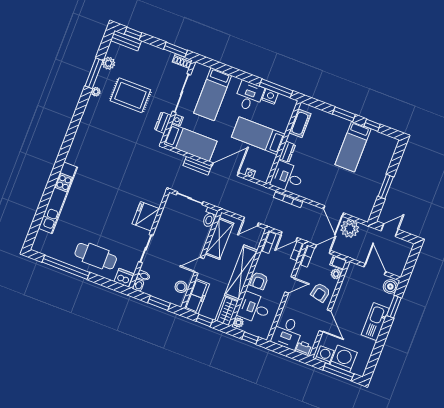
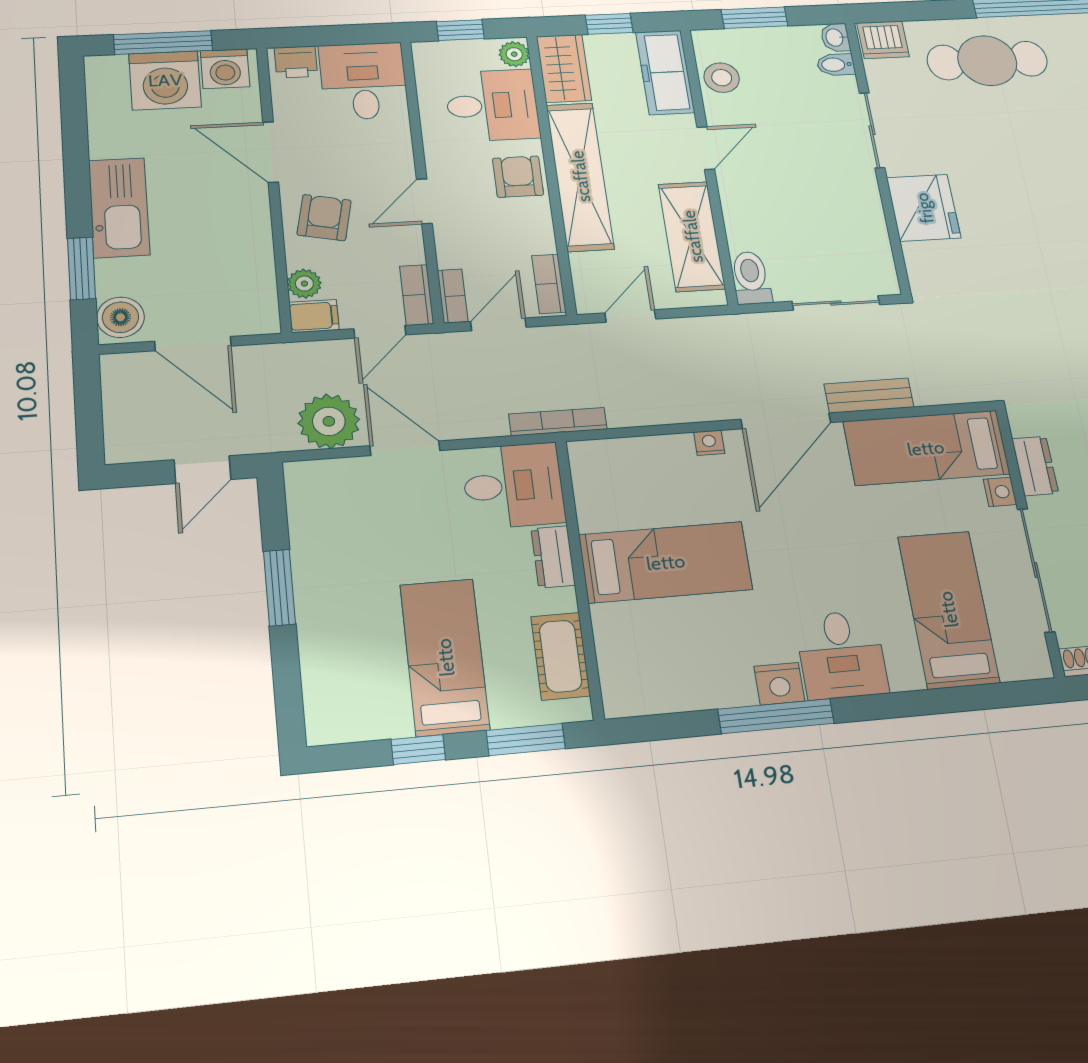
cot: (300, 123) -> (561, 656), moved
bed: (258, 136) -> (666, 562), moved
wall: (283, 143) -> (579, 577), moved
dresser: (287, 152) -> (553, 557), moved
desk: (287, 177) -> (513, 486), moved

